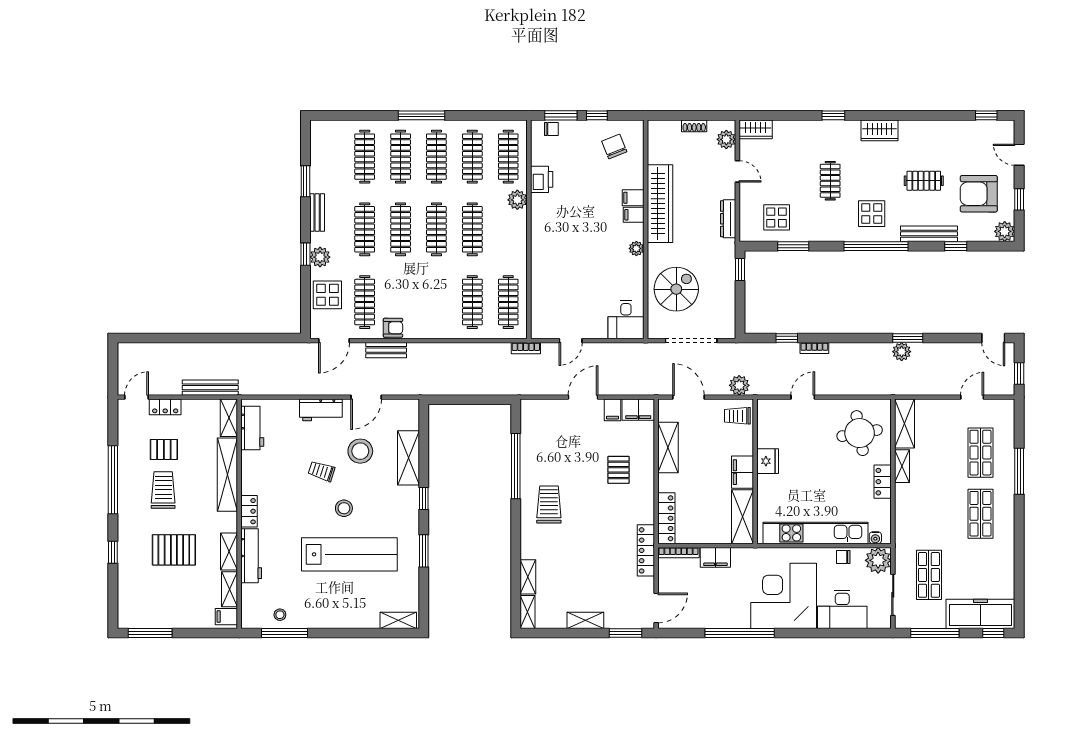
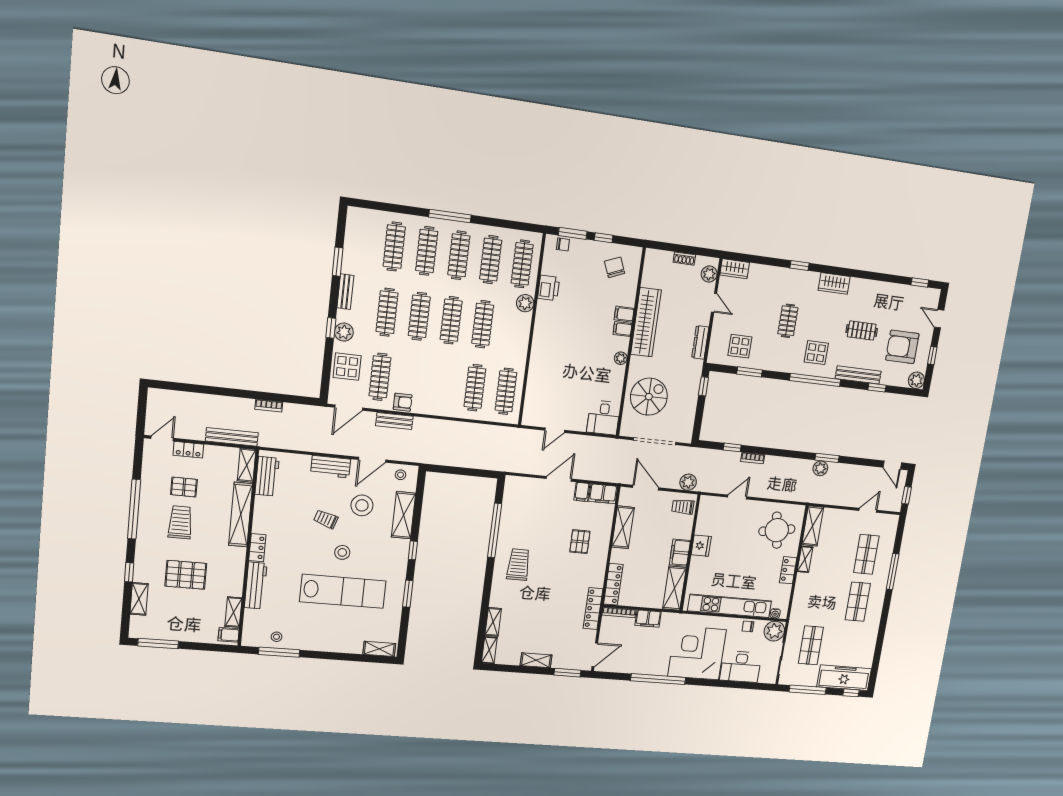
bookcase: (526, 348) -> (269, 406), moved
stool: (400, 411) -> (400, 475), added
shelving: (229, 551) -> (139, 599), moved

